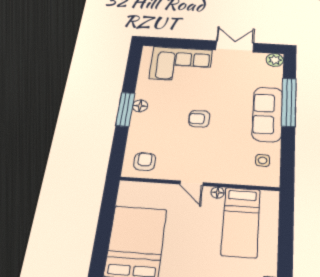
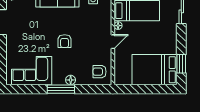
corner sofa: (181, 64) -> (32, 71), moved, turned -90
floor lamp: (140, 106) -> (71, 80), moved

